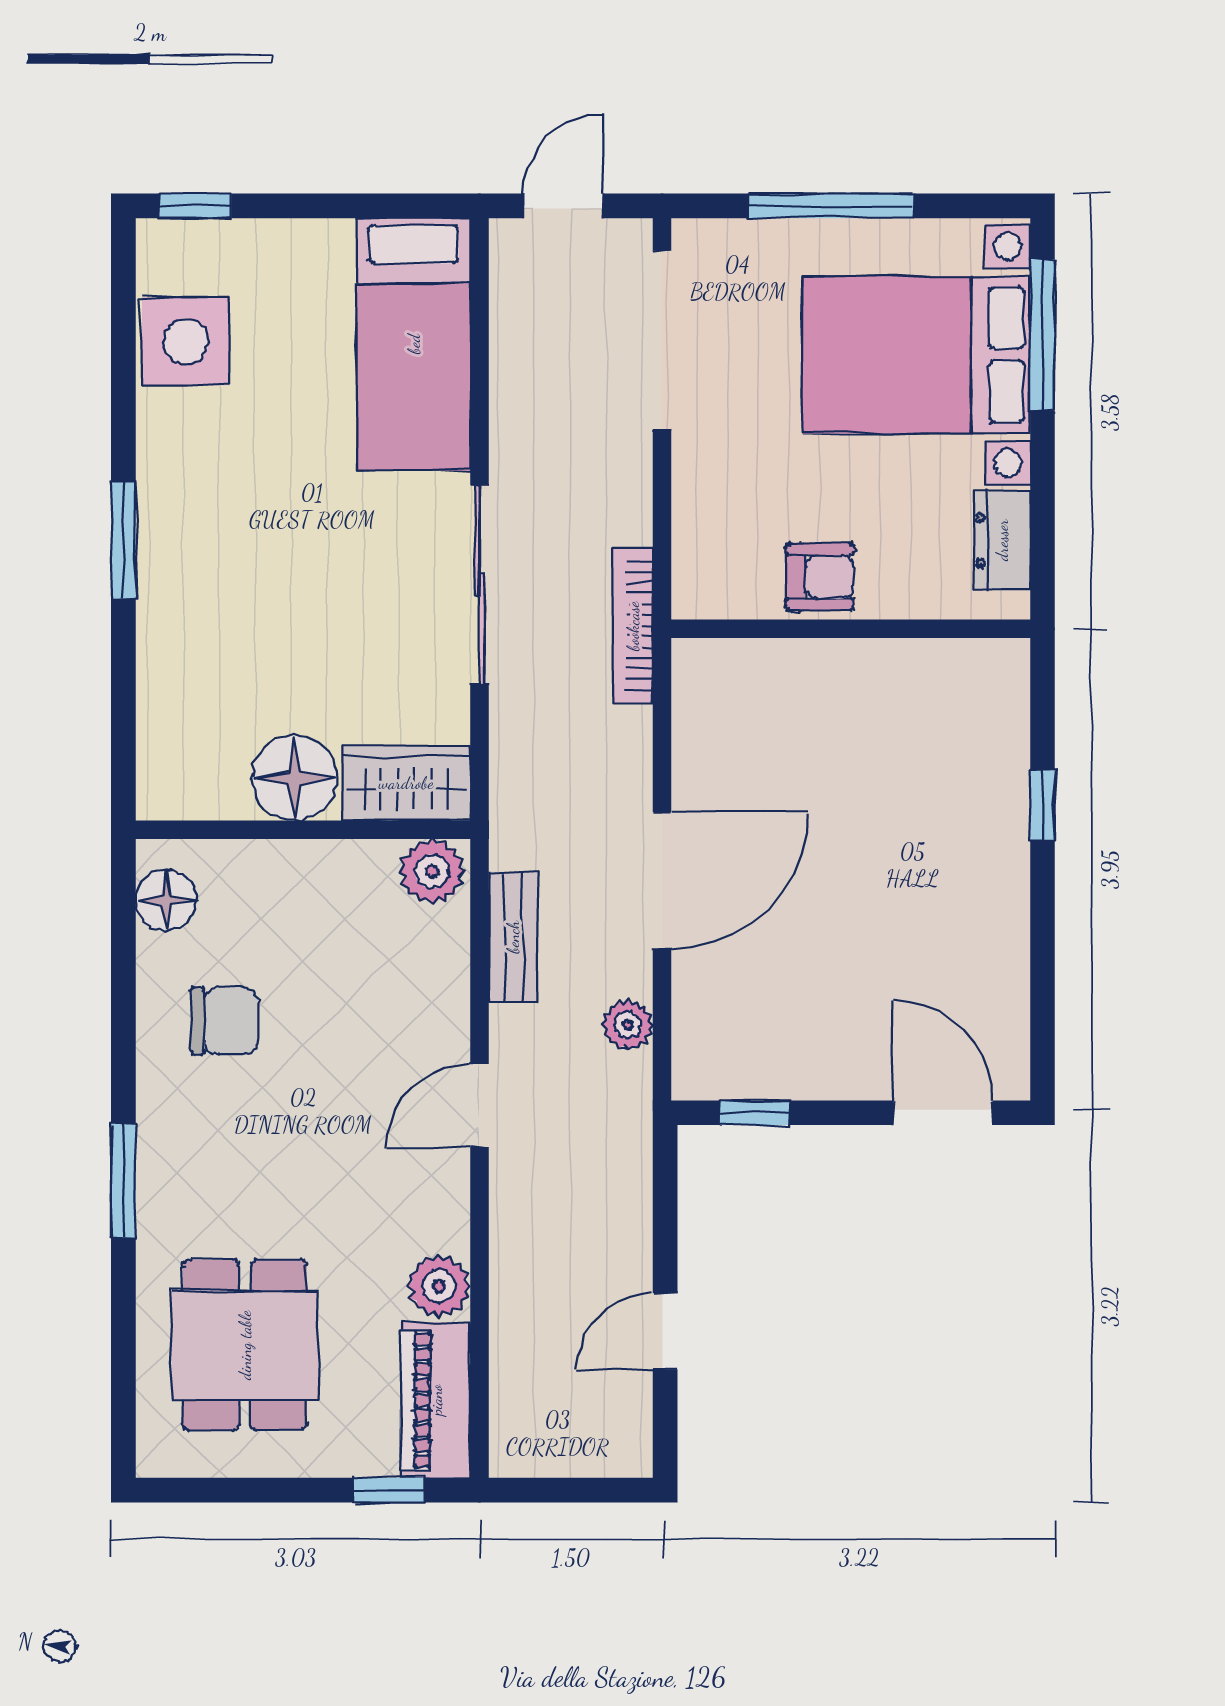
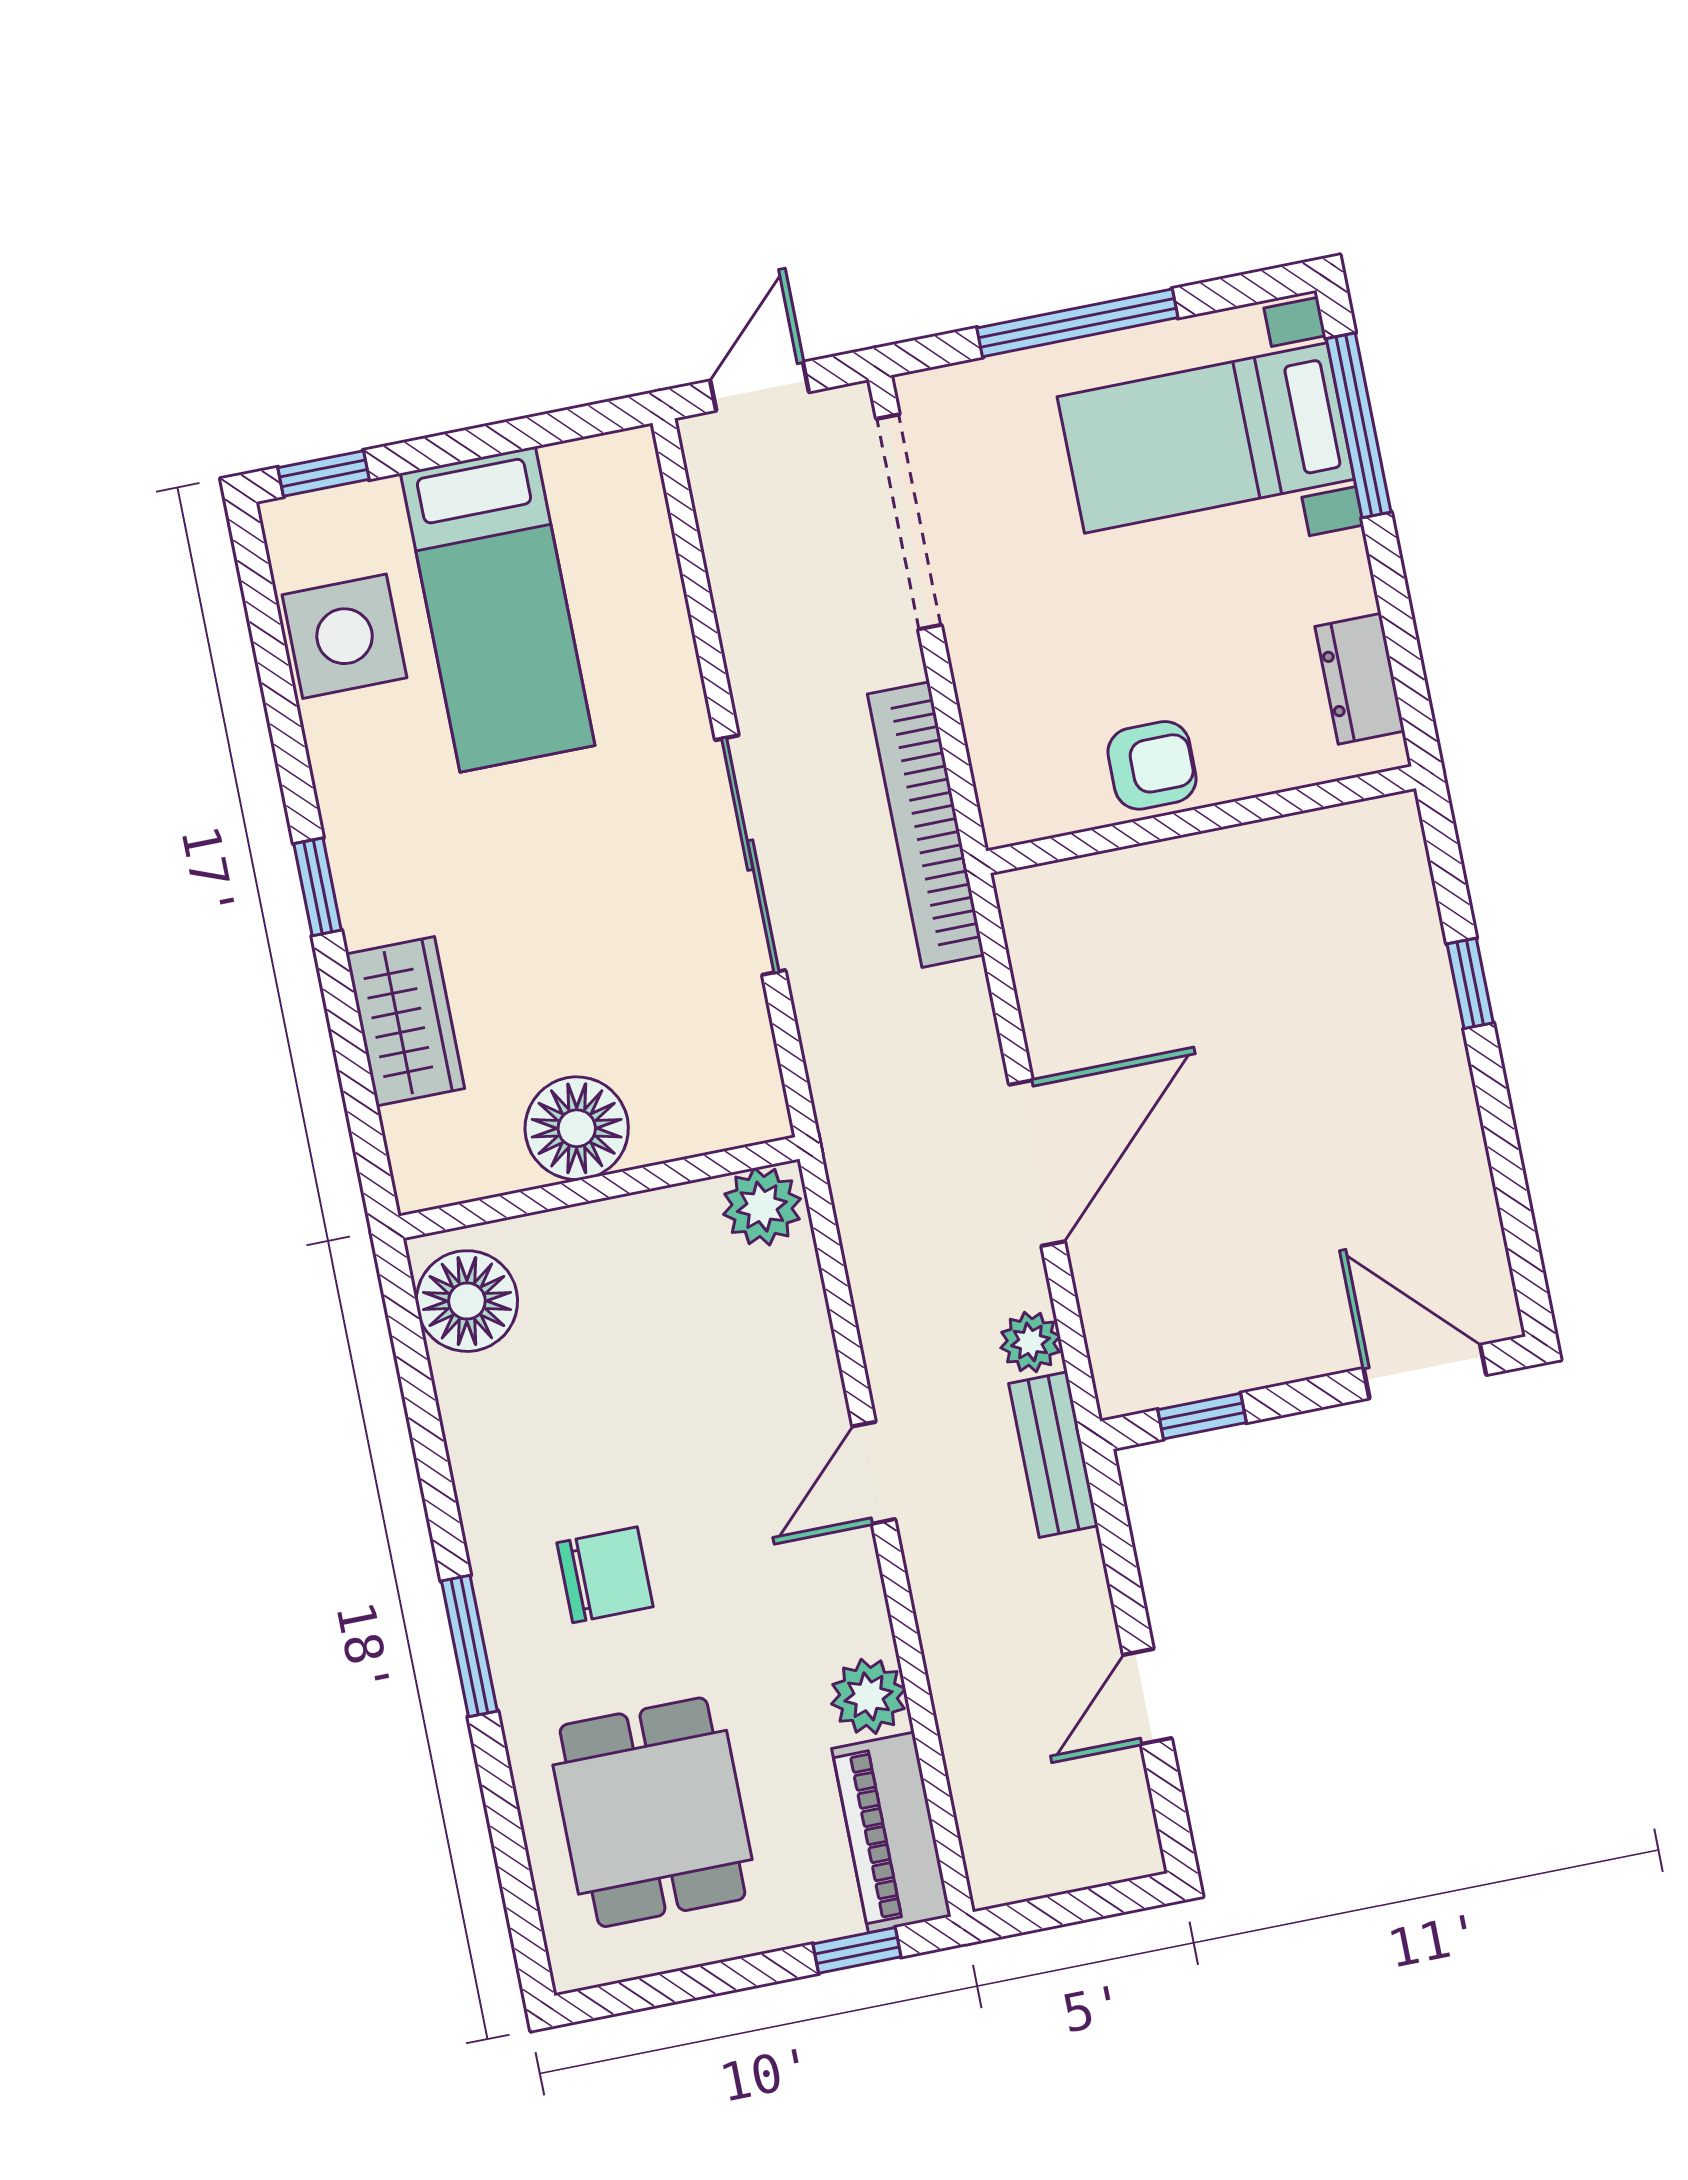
bed: (414, 344) -> (498, 609), moved
bed with nightstands: (917, 355) -> (1206, 438), width x0.73
window: (123, 540) -> (318, 887), width x0.67
bookcase: (633, 626) -> (926, 825), width x1.48, depth x1.31
wardrobe: (406, 783) -> (405, 1021), moved, turned 90
floor lamp: (166, 900) -> (467, 1301), width x1.38, depth x1.38
bench: (513, 937) -> (1053, 1455), moved
chair: (225, 1021) -> (605, 1575), moved

